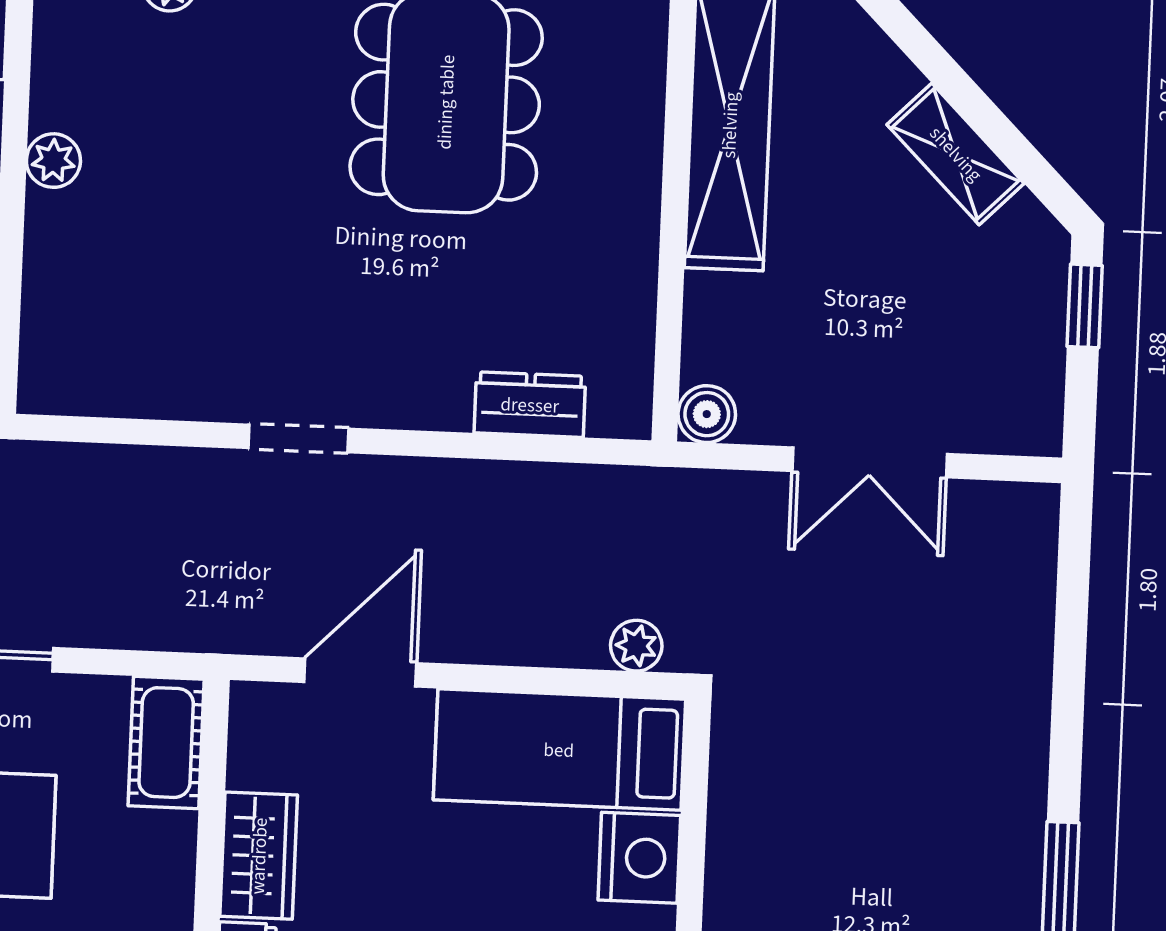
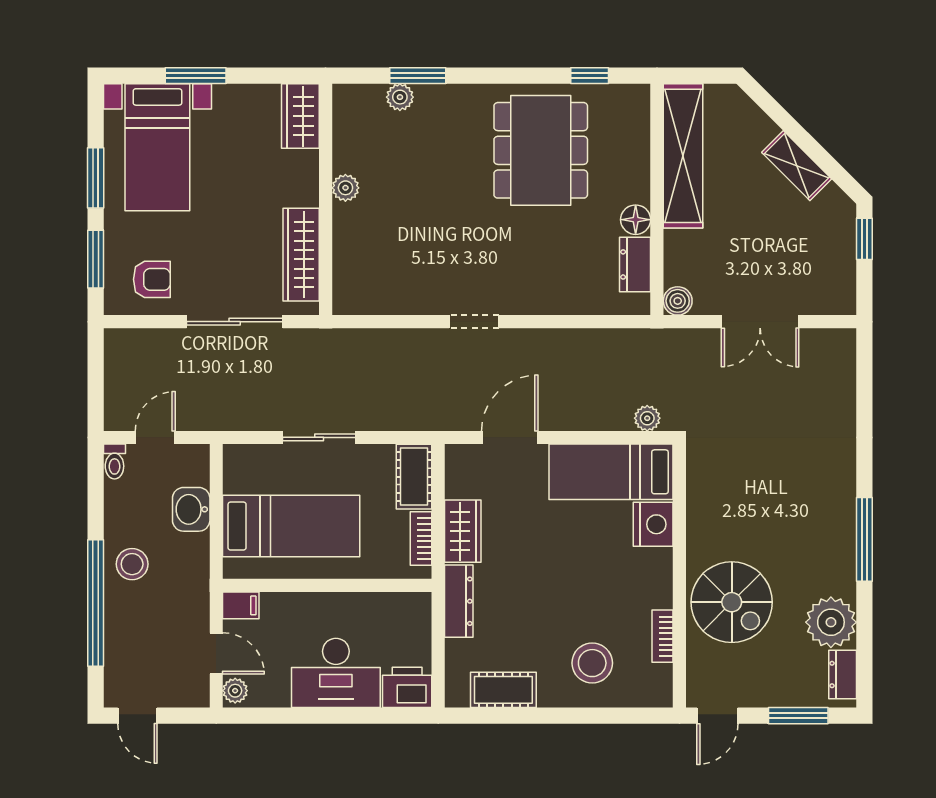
floor lamp: (630, 249) -> (636, 220), added
dresser: (530, 405) -> (635, 264), moved, turned -90
bookcase: (175, 867) -> (421, 538), added

